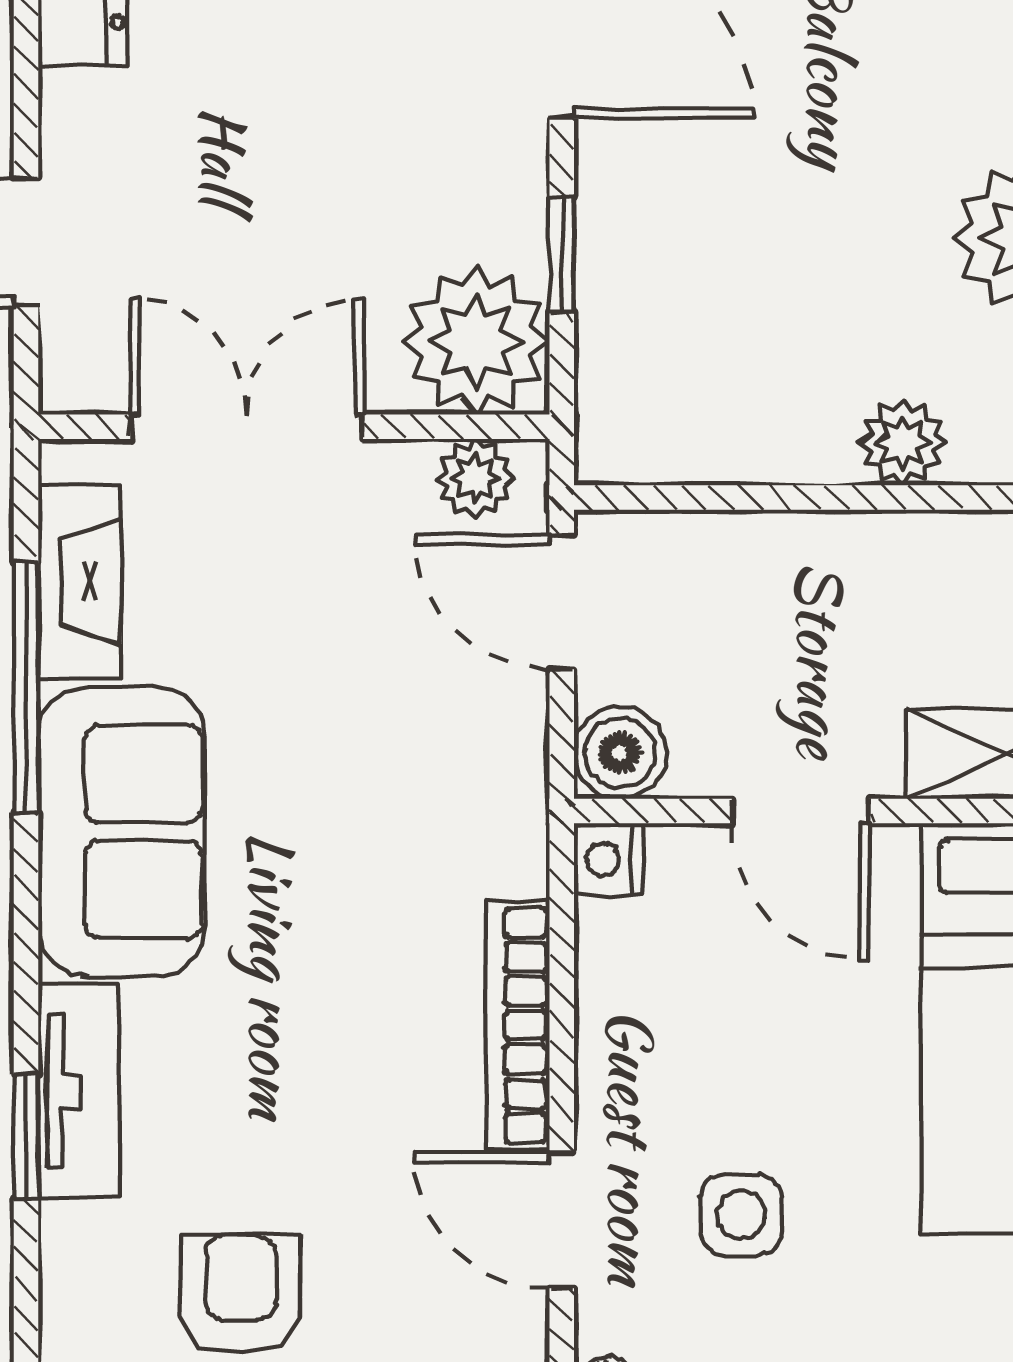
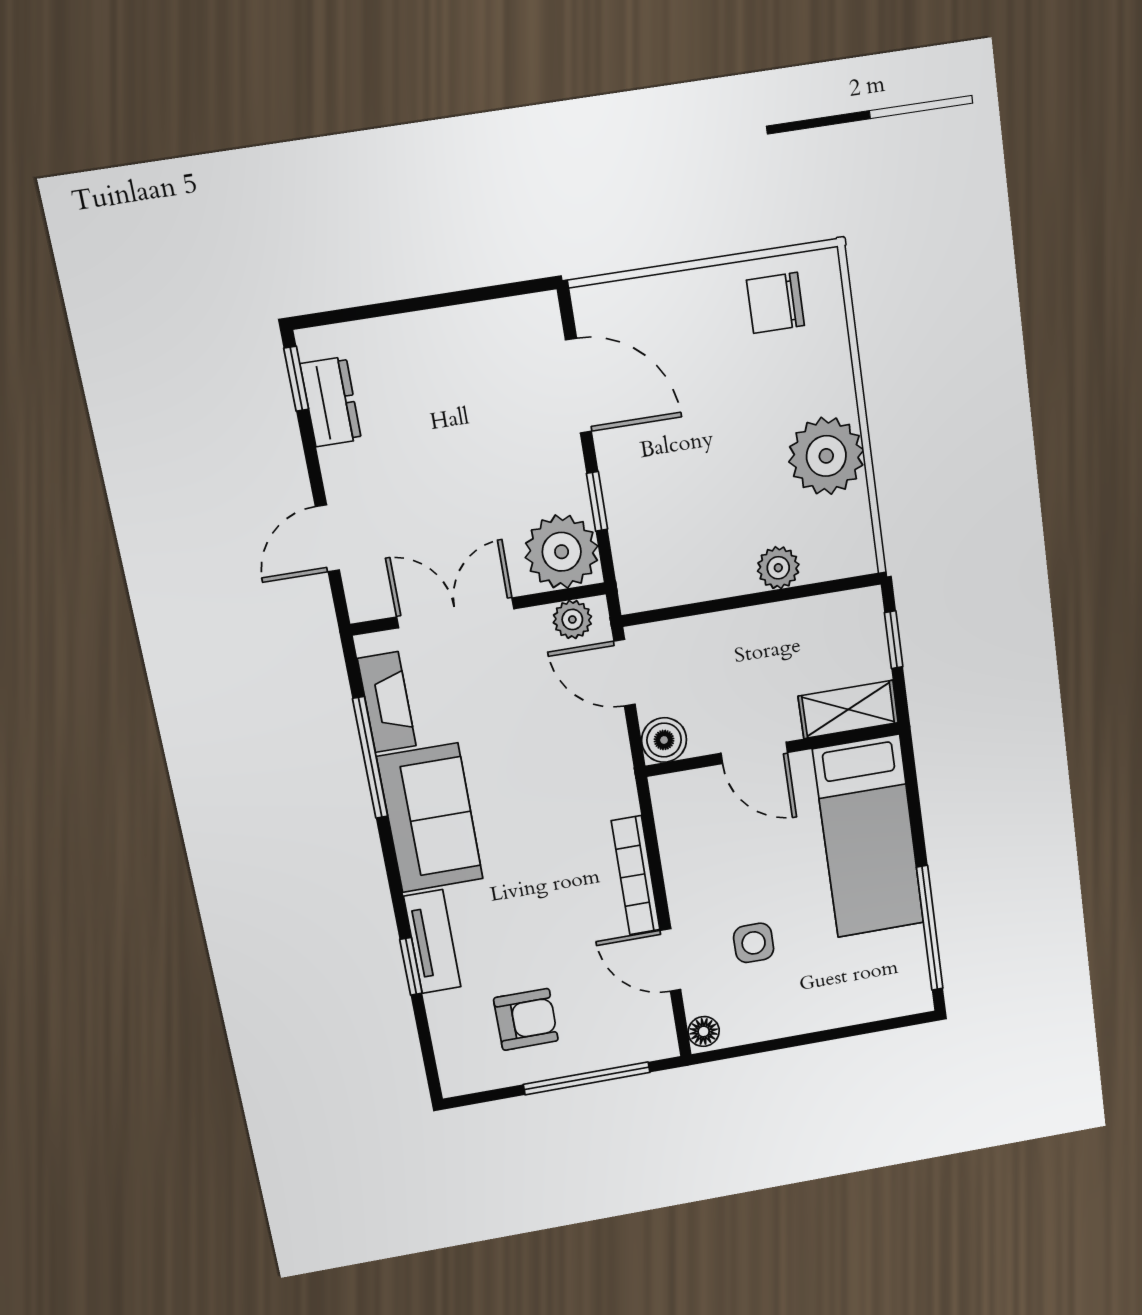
nightstand: (608, 860) -> (666, 791), removed
armchair: (241, 1294) -> (526, 1019), turned 90

